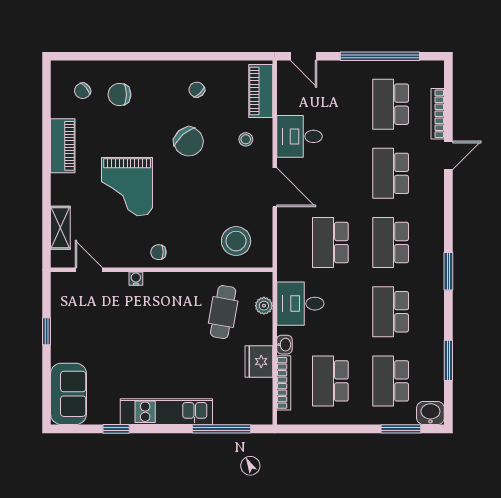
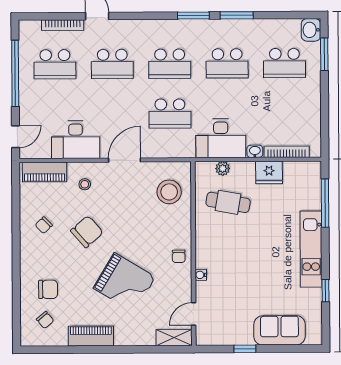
chair: (119, 95) -> (48, 289), turned -90
desk: (299, 136) -> (76, 140), width x1.37
grand piano: (127, 187) -> (124, 283), turned 31
shelving: (60, 228) -> (174, 338), moved
desk: (300, 304) -> (221, 138), width x1.37
window: (448, 360) -> (237, 15), moved
school desk: (330, 381) -> (285, 113), removed
sofa: (69, 394) -> (279, 330), moved

